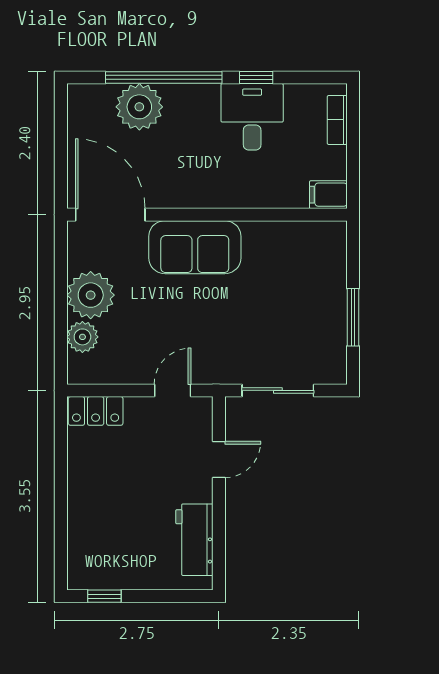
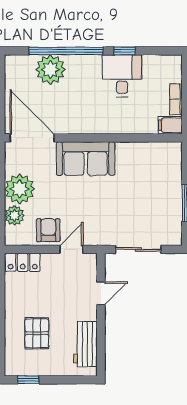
bookcase: (337, 120) -> (176, 99), moved
armchair: (136, 360) -> (48, 230), added
pallet: (118, 523) -> (37, 333), added

